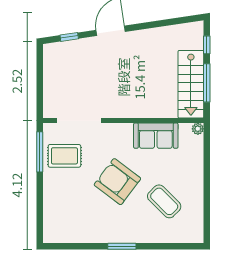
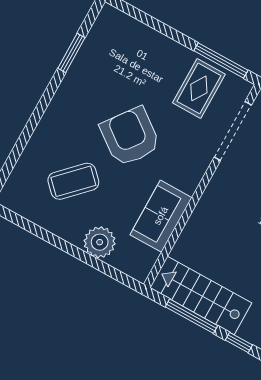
plant: (198, 129) -> (100, 242), moved, width x1.87, depth x1.87
armchair: (117, 182) -> (130, 137), turned -90
window: (122, 246) -> (71, 53), moved

